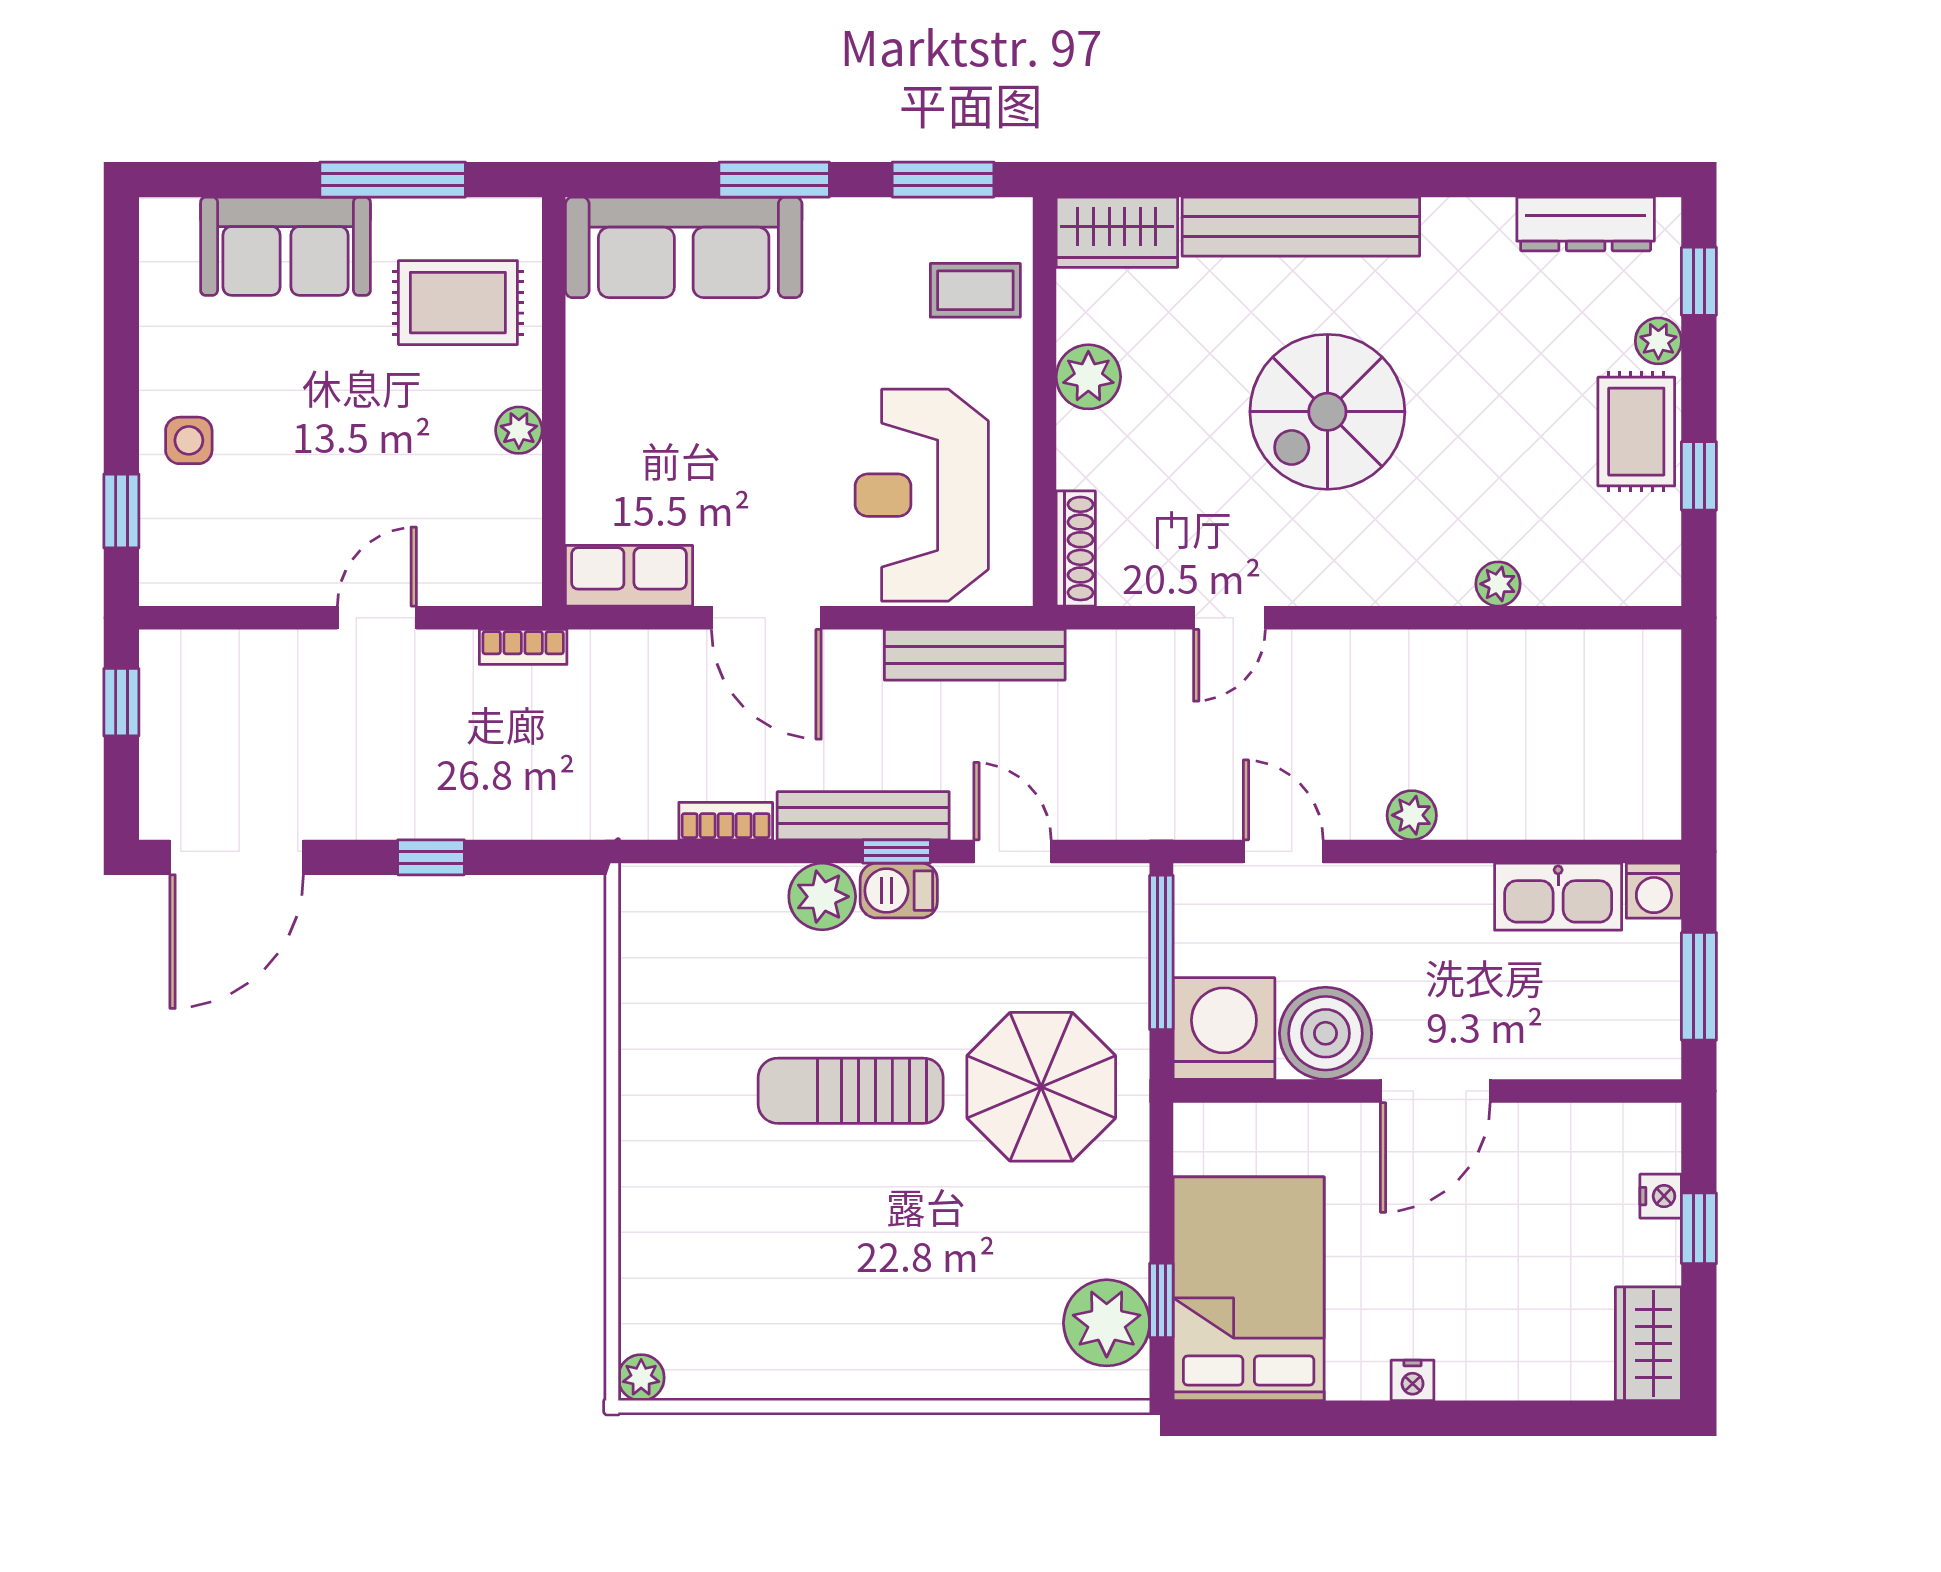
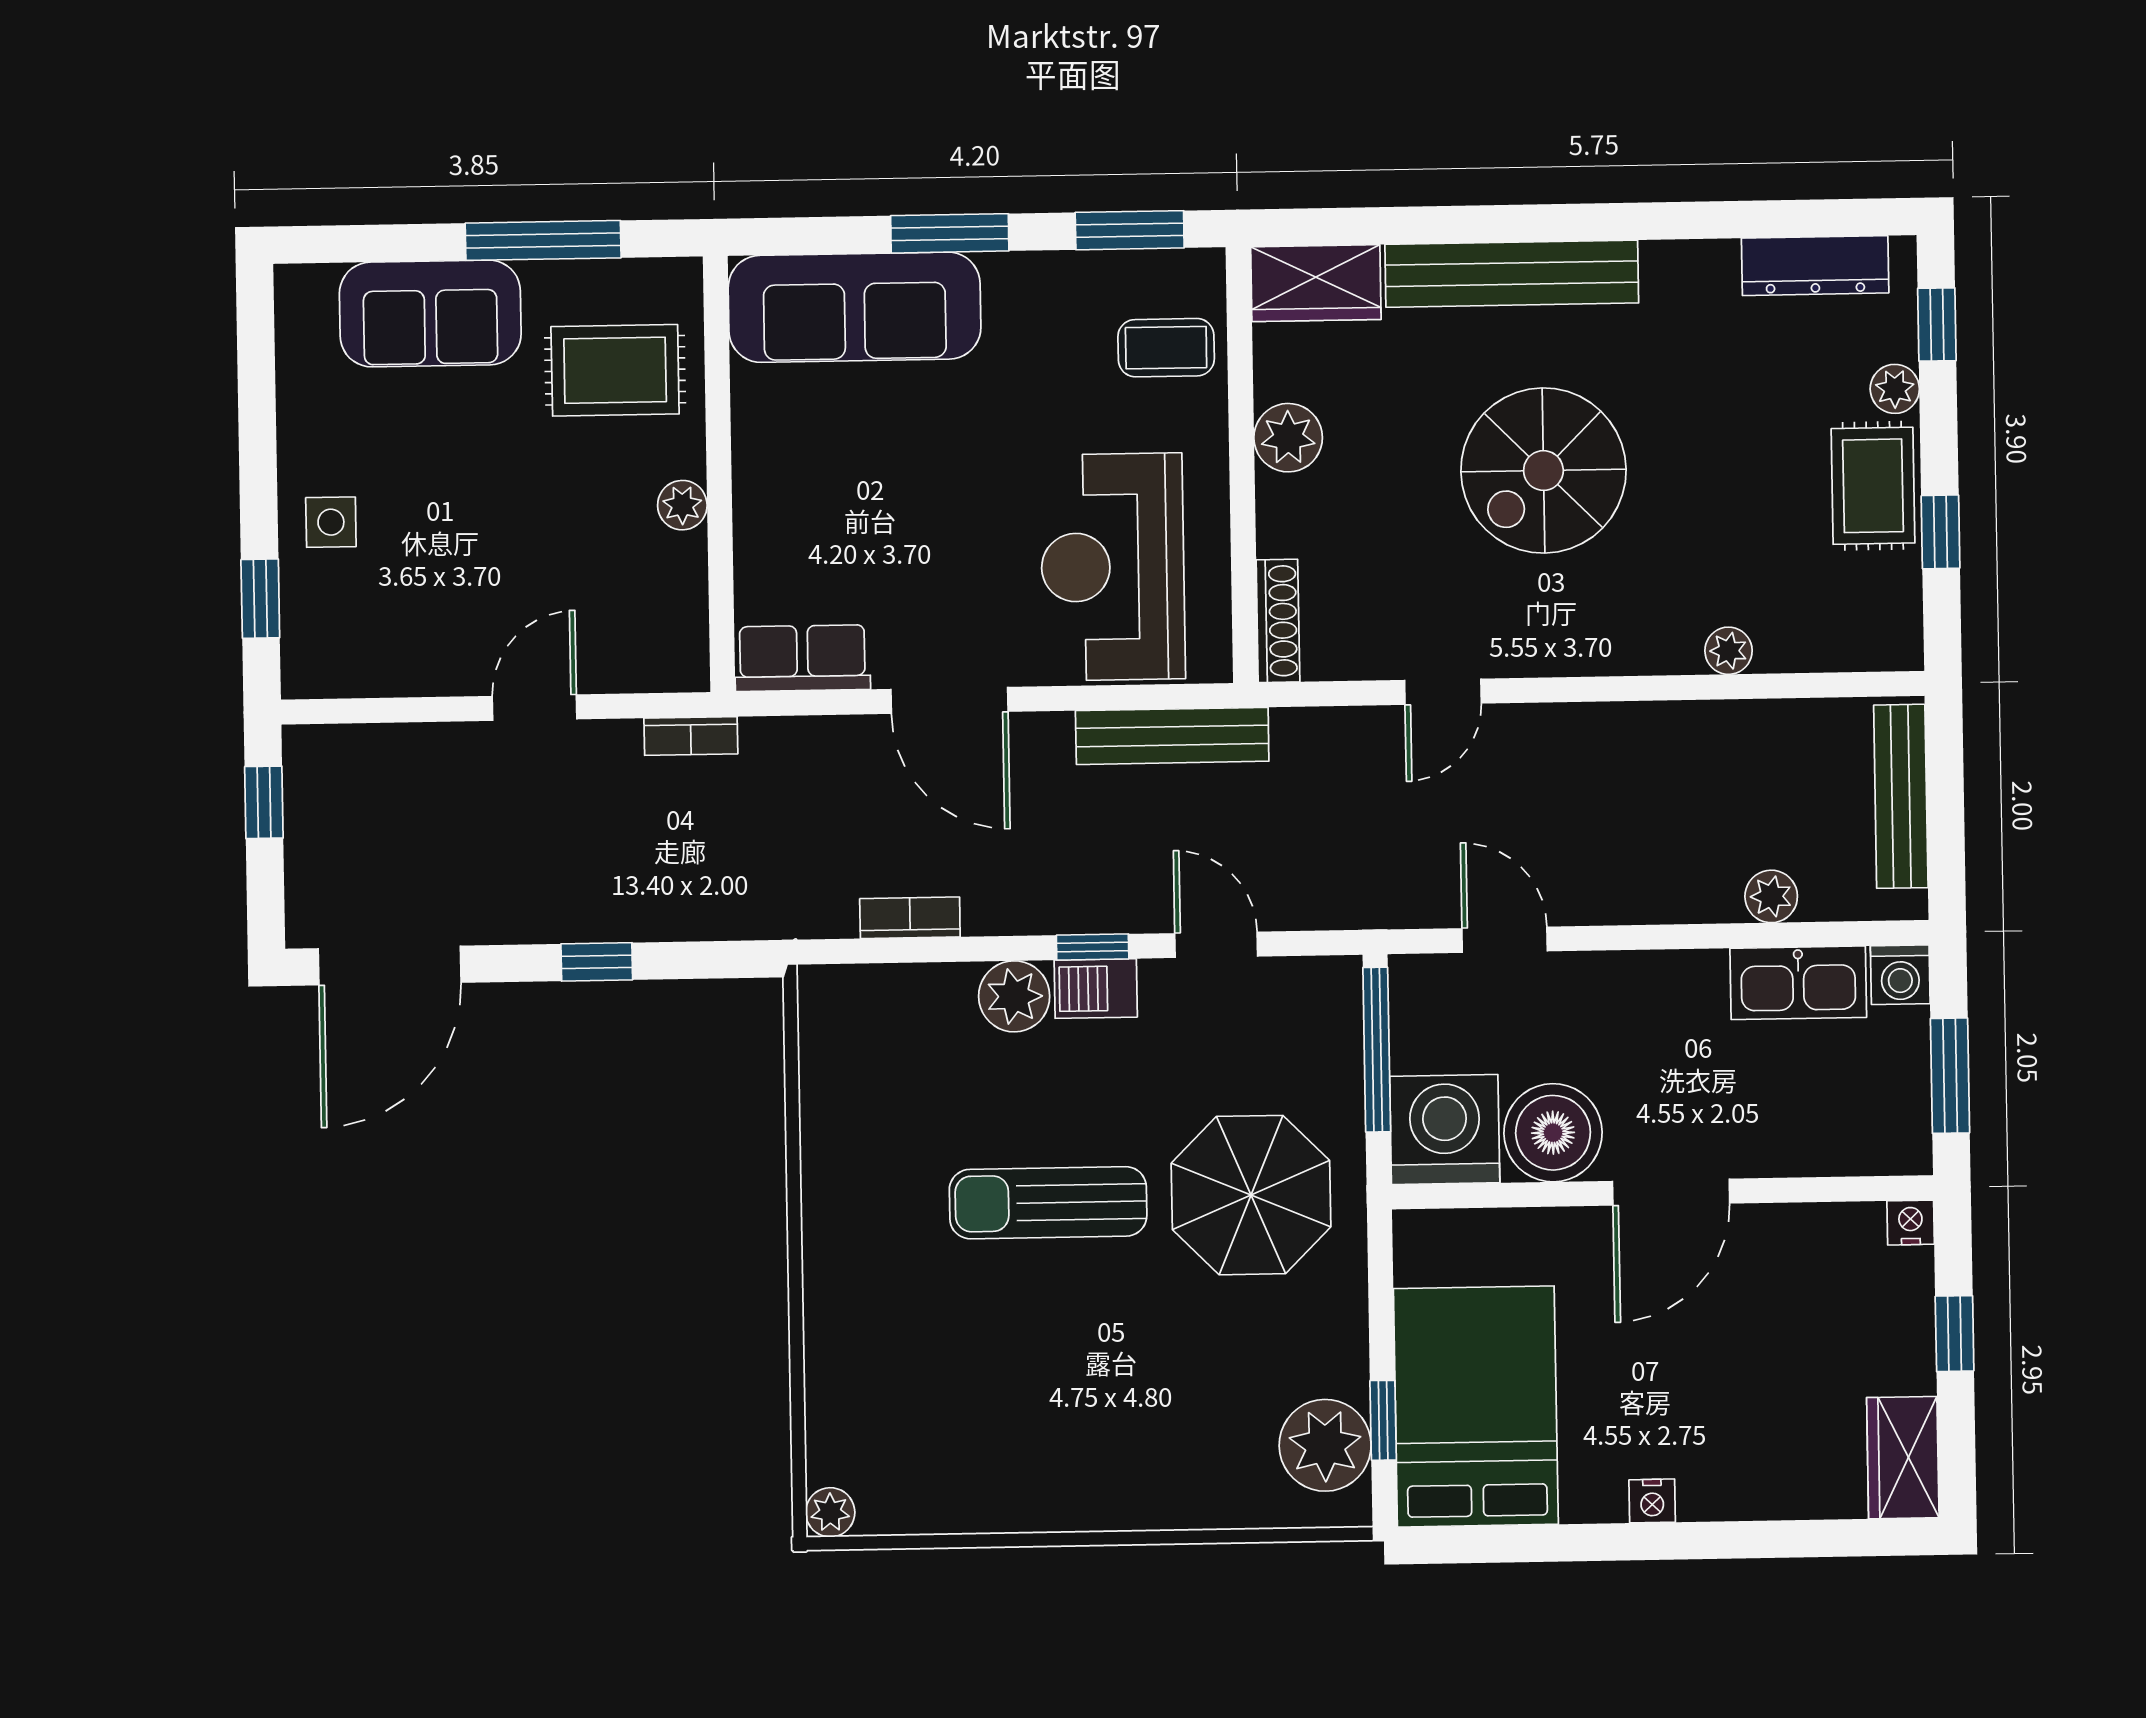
plant: (1412, 815) -> (1771, 896), moved
bench: (863, 816) -> (1901, 796), moved, turned 90
nightstand: (1661, 1196) -> (1911, 1223), moved, turned -90

